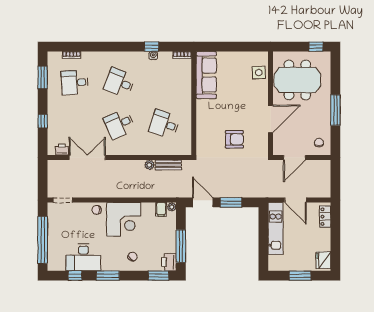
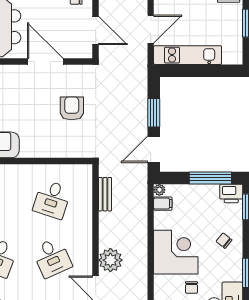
plant: (149, 165) -> (110, 260), moved, width x1.88, depth x1.88
chair: (97, 210) -> (192, 288), moved

